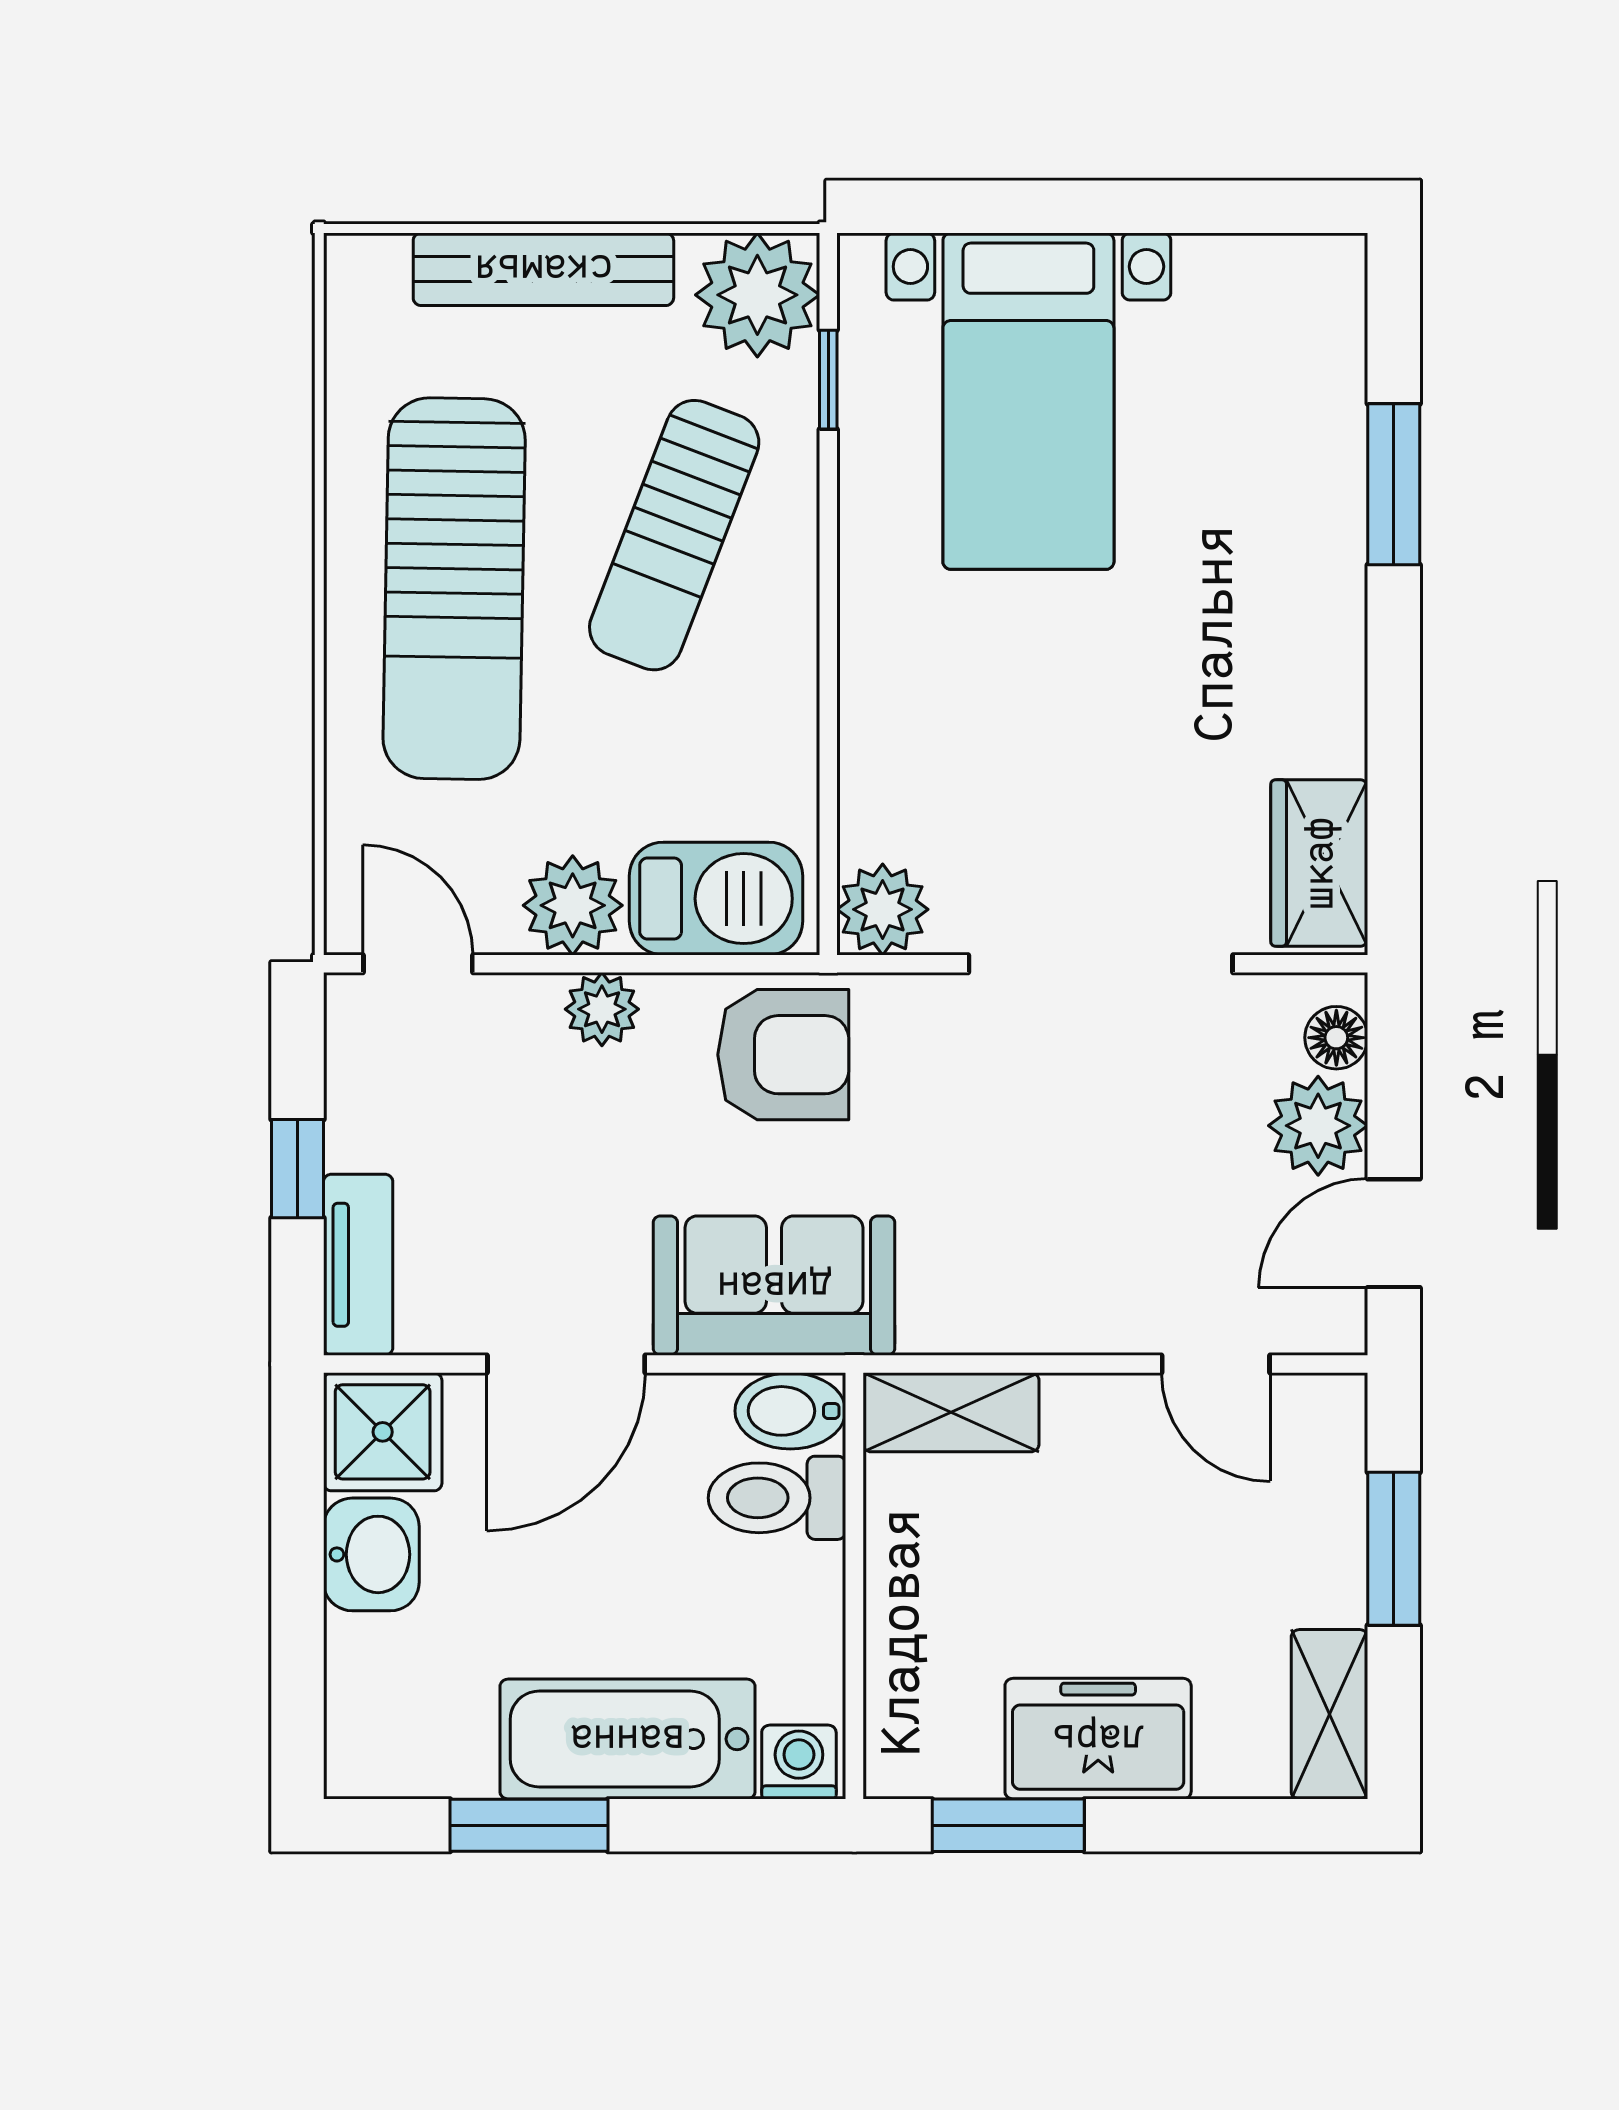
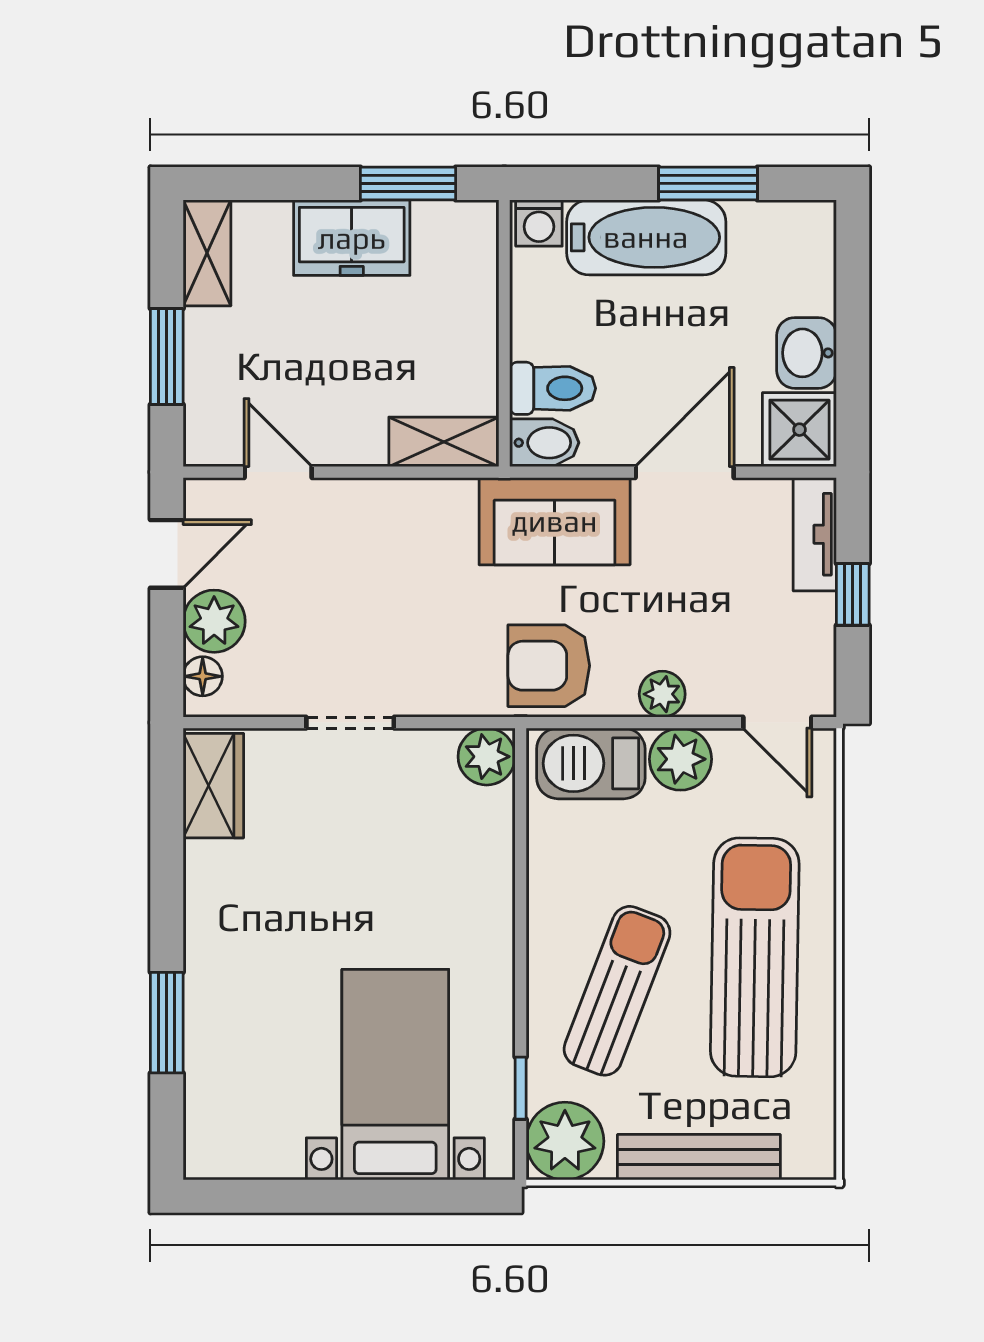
doorway: (1101, 964) -> (350, 723), width x0.53

